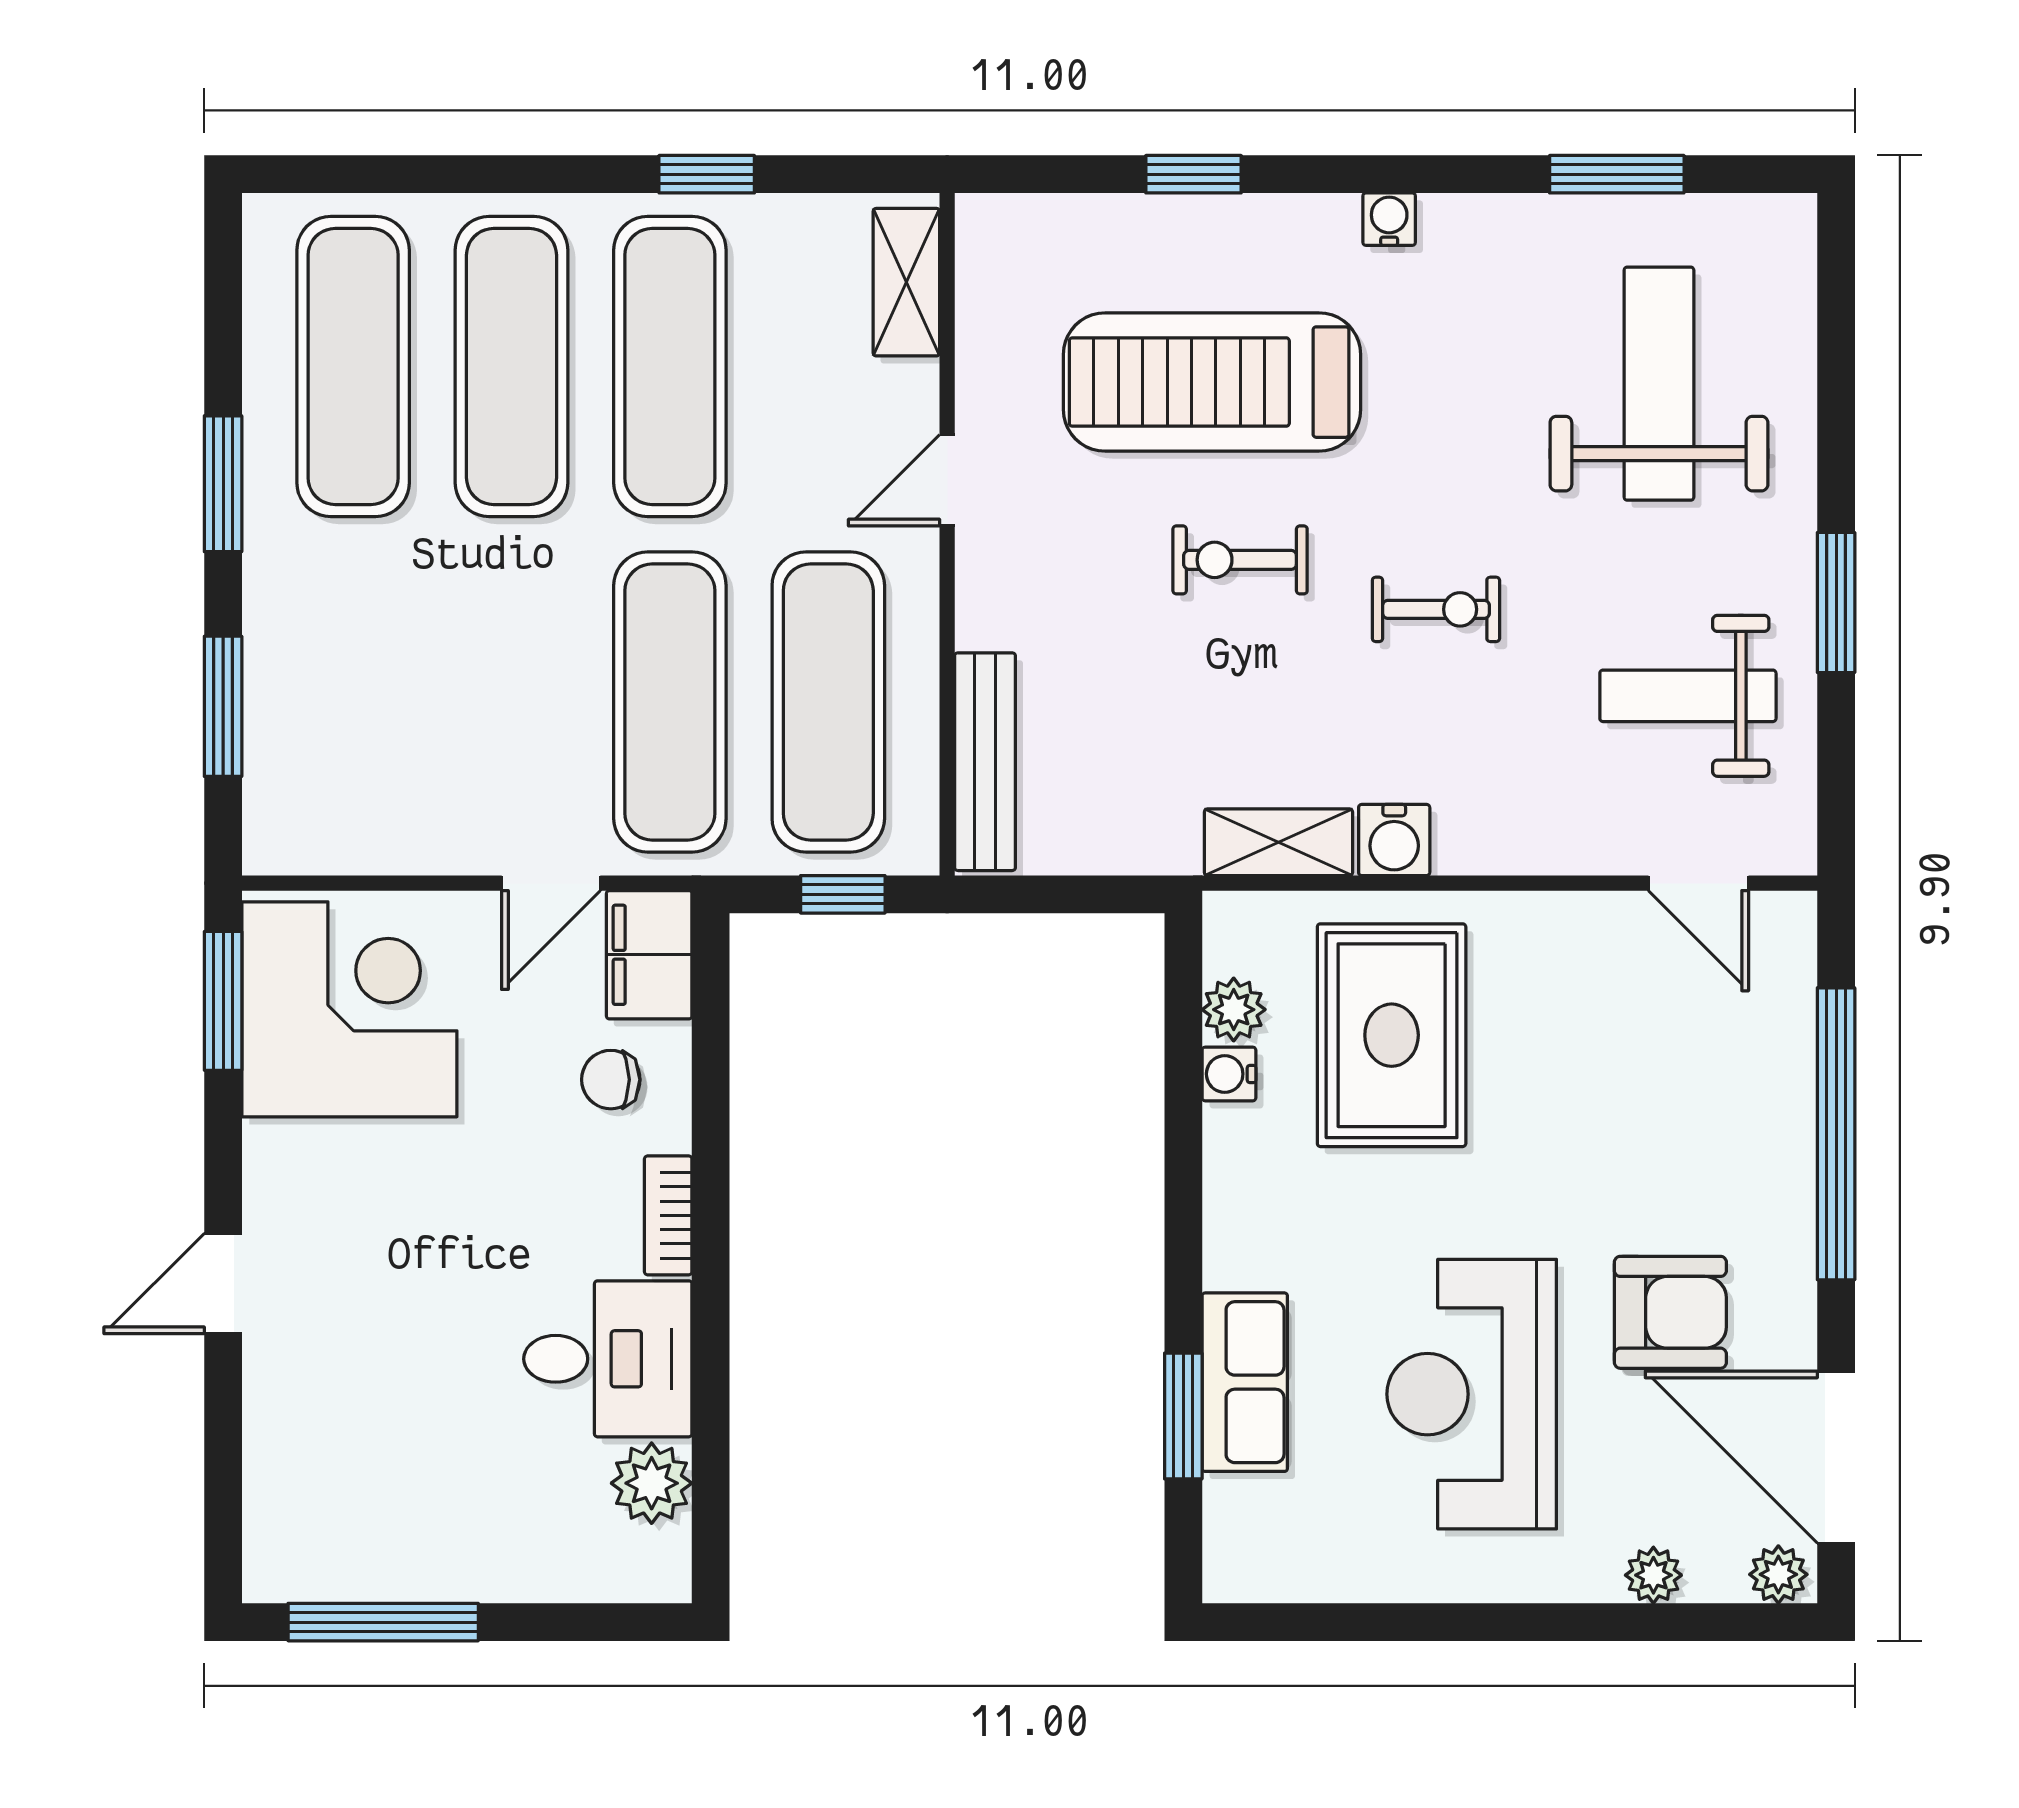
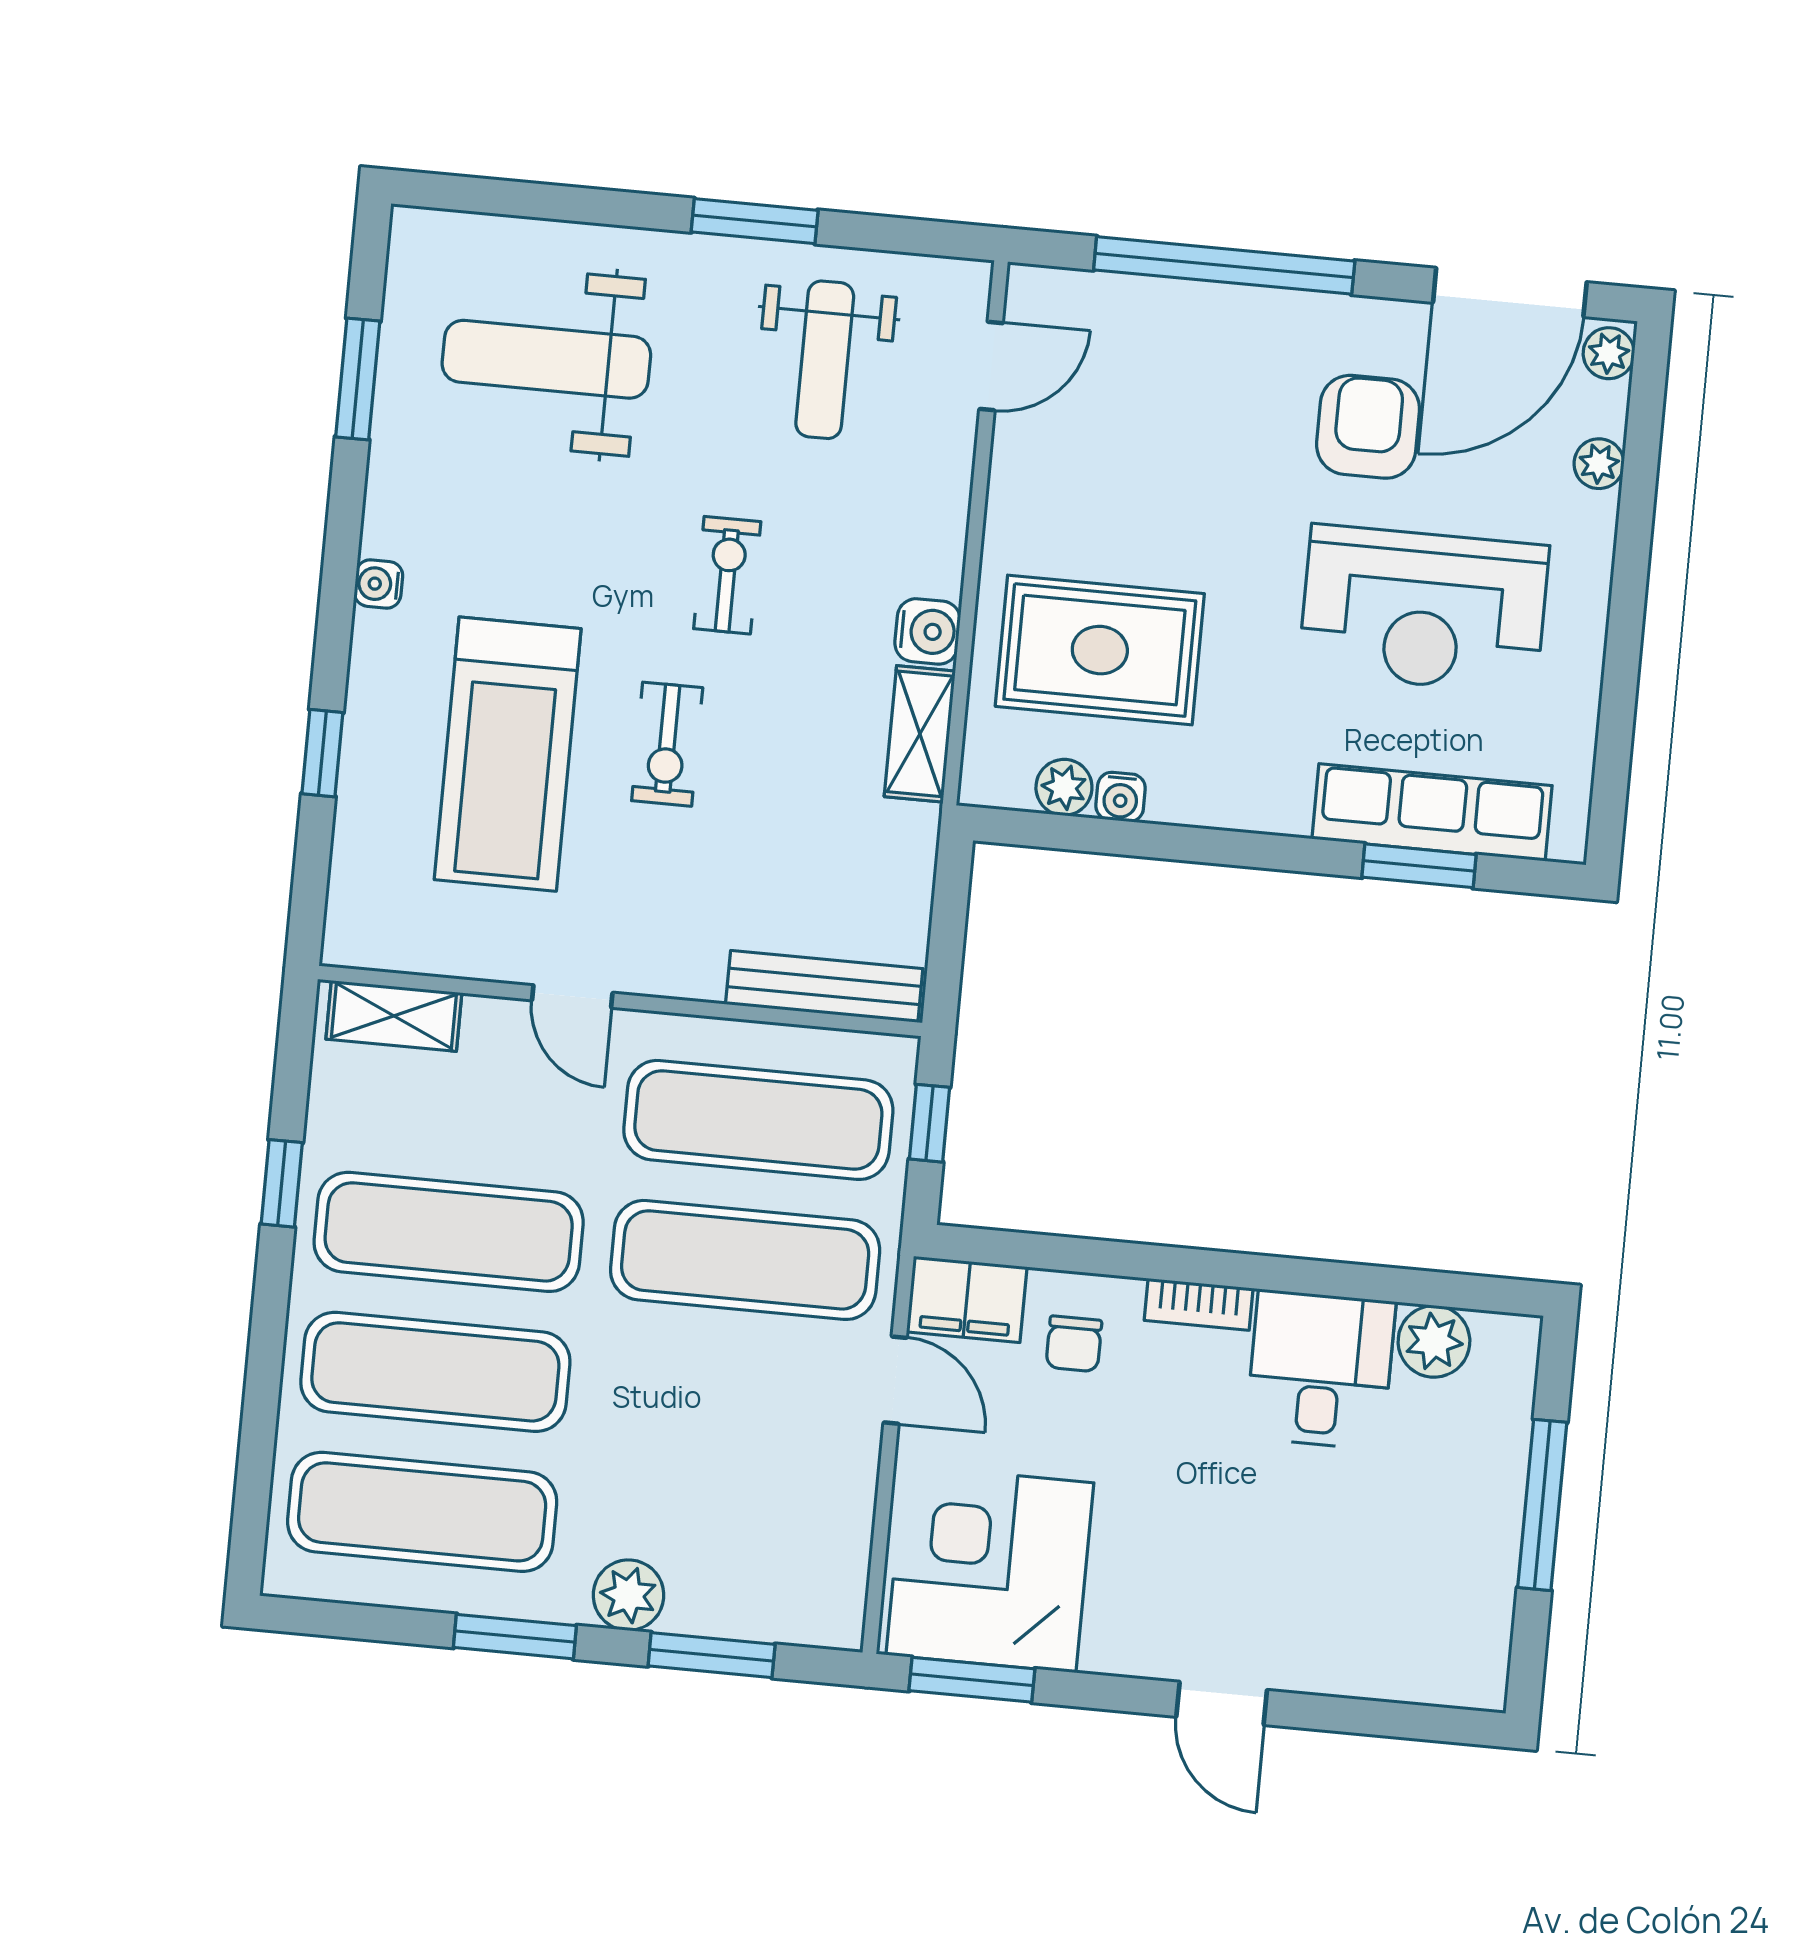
plant: (282, 607) -> (628, 1595), added
row of seats: (1245, 1382) -> (1432, 812), width x1.48
window: (383, 1622) -> (1542, 1505), moved

